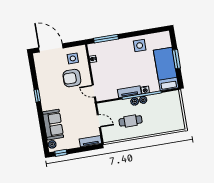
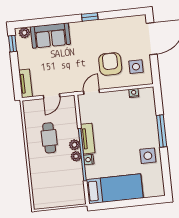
window: (106, 39) -> (162, 131), moved
window: (176, 59) -> (127, 203), removed

